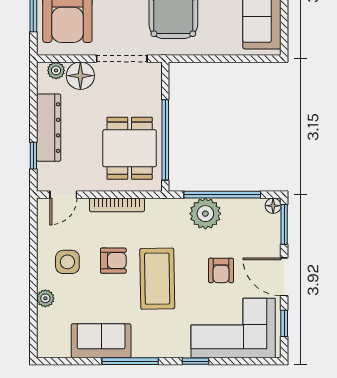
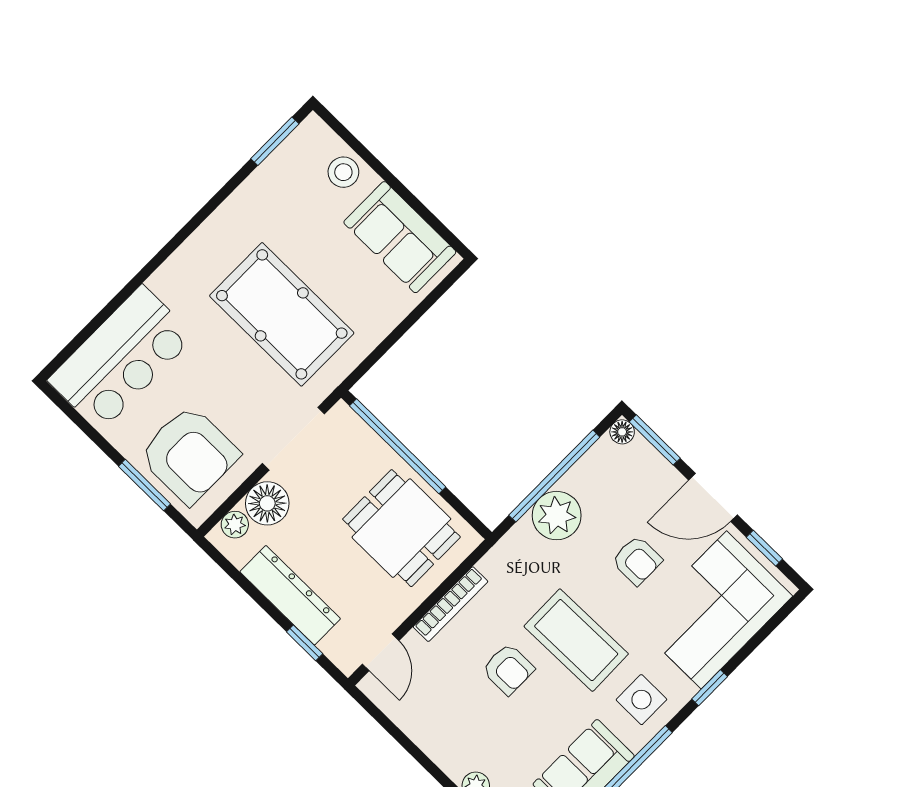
window: (165, 140) -> (398, 446), moved
armchair: (113, 261) -> (508, 669), turned 90
side table: (67, 262) -> (641, 700), moved

